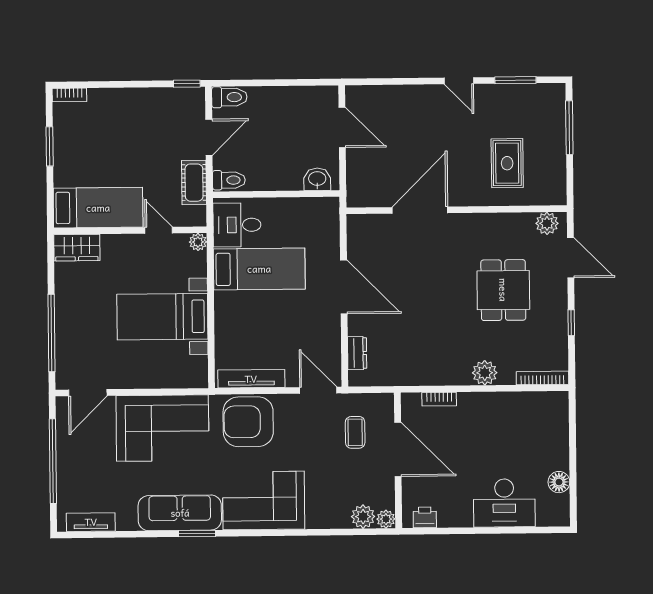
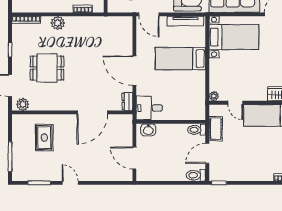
desk: (237, 225) -> (149, 108), moved, turned 180
bed: (259, 269) -> (180, 59), moved
dining table: (503, 290) -> (47, 68), turned 90
bed with nightstands: (162, 317) -> (234, 37), moved
dresser: (357, 353) -> (127, 101), moved

